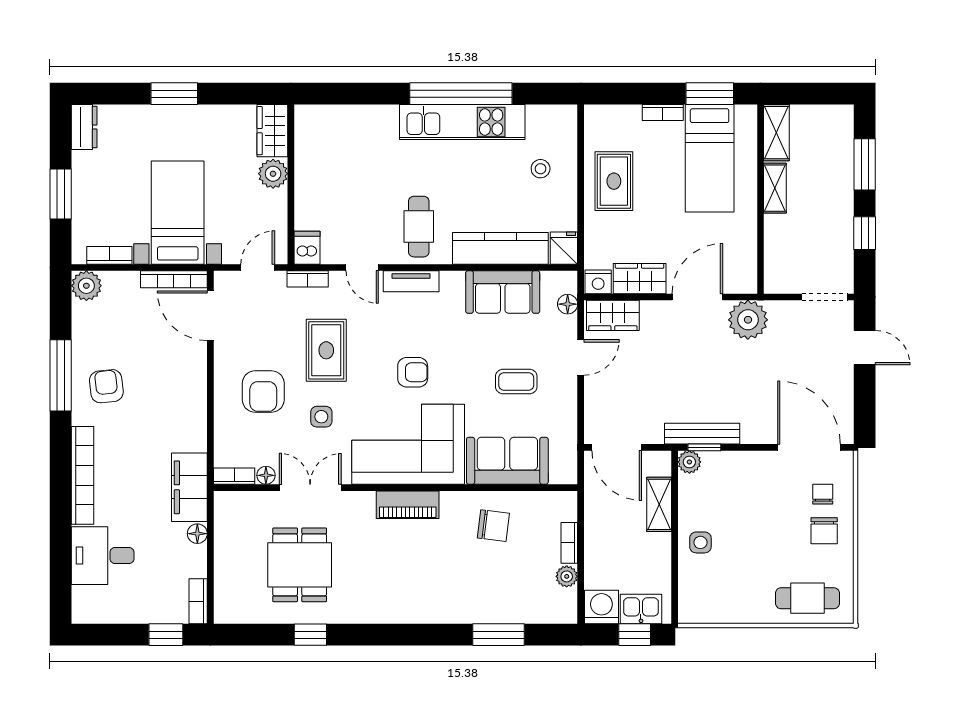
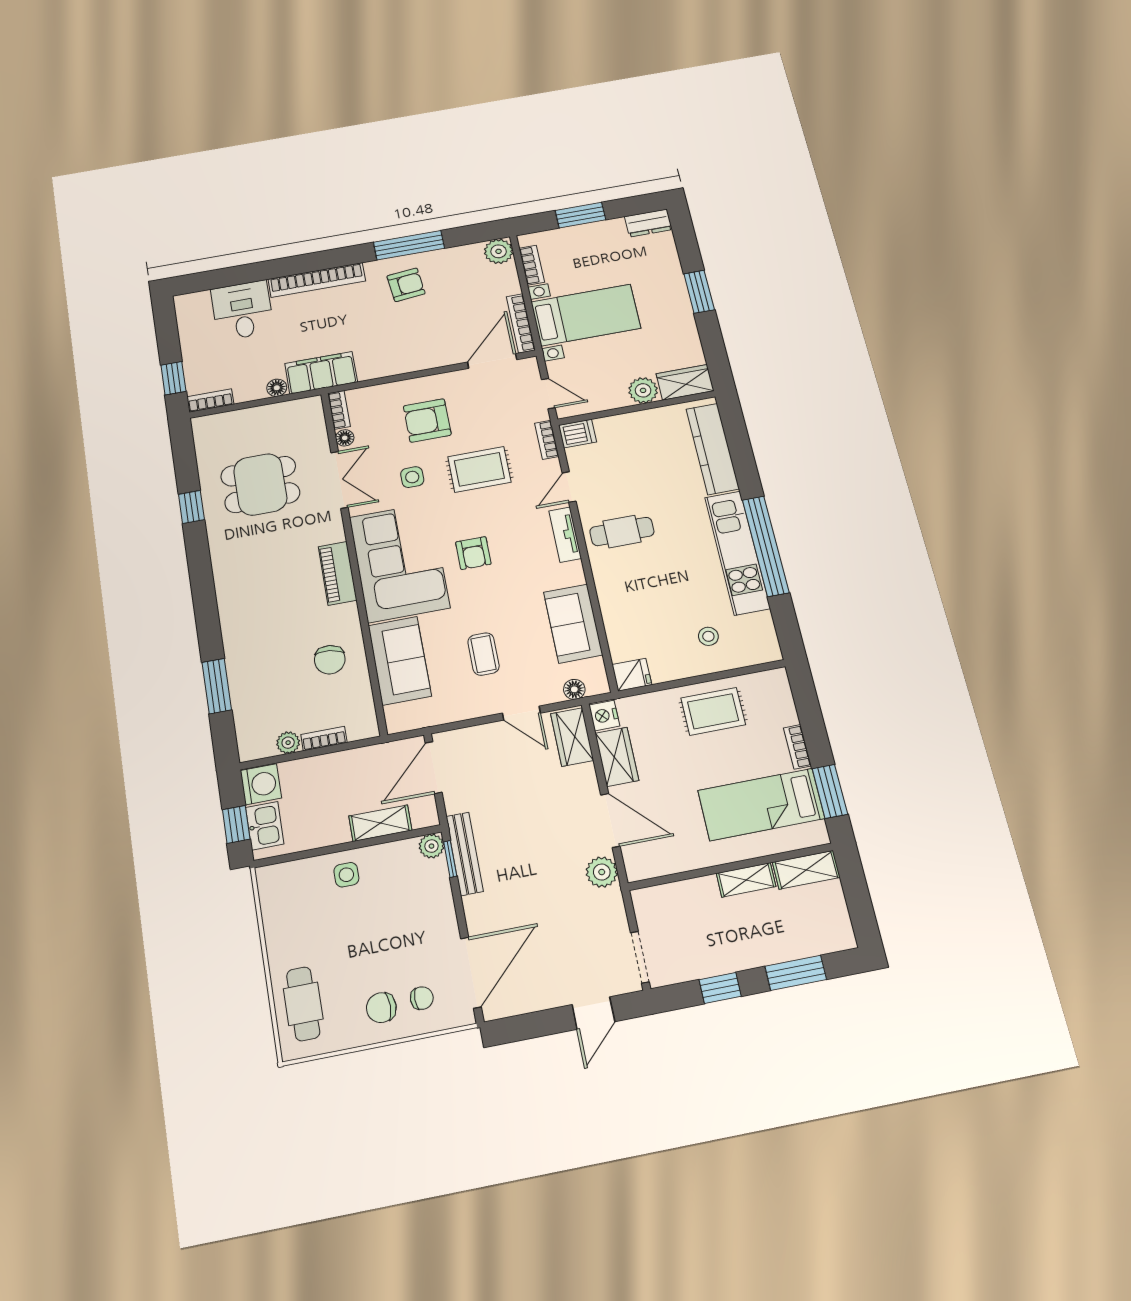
kitchen counter: (500, 248) -> (713, 449), moved, turned 180
plant: (748, 320) -> (602, 872), width x0.73, depth x0.73

